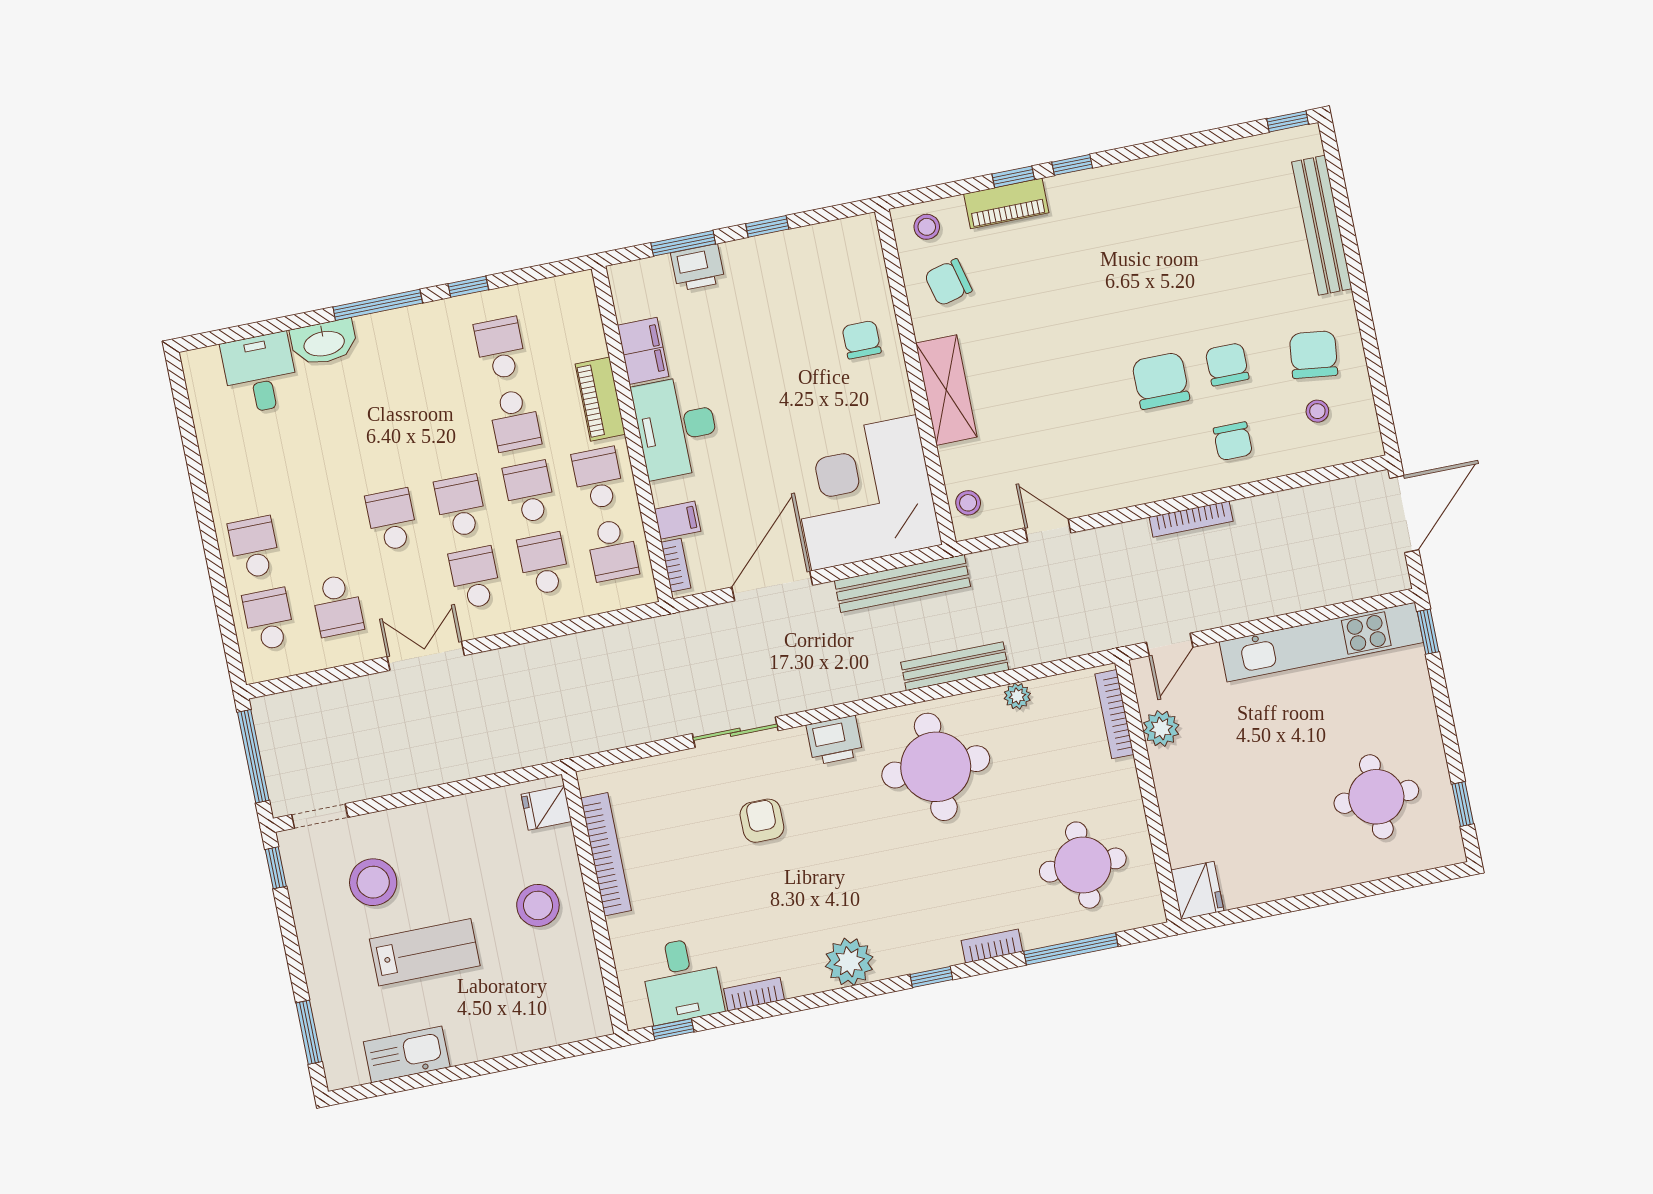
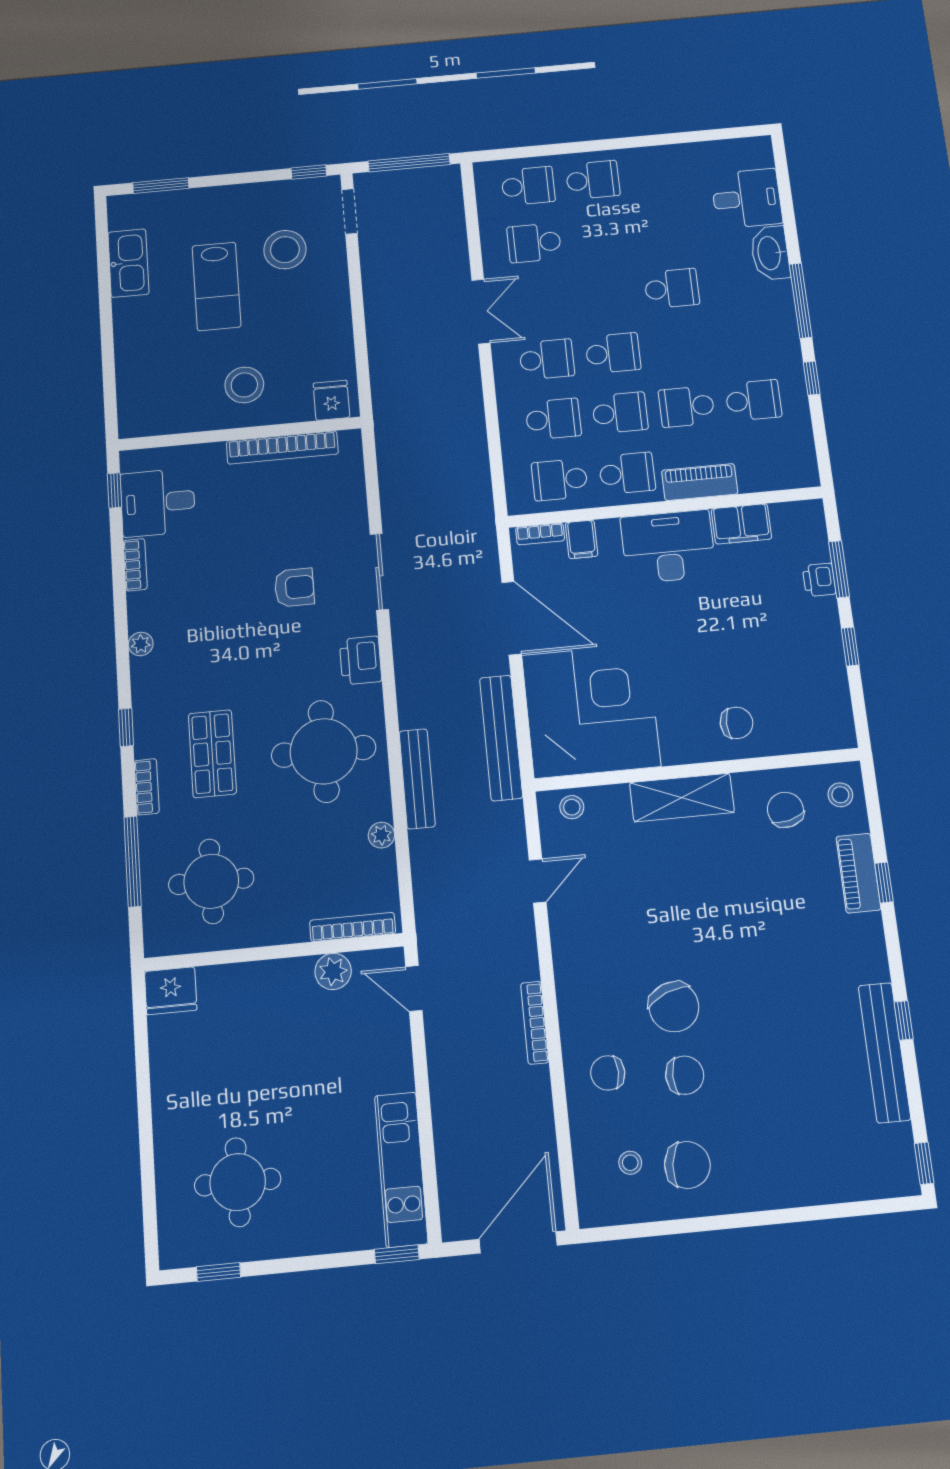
window: (1072, 165) -> (904, 1020), moved
bench: (1322, 225) -> (884, 1052), moved, turned 90
printer: (698, 267) -> (819, 580), width x0.73, depth x0.81
chair: (1161, 381) -> (674, 1007), turned 68
door: (1404, 514) -> (518, 1242), swing flipped
school desk: (392, 520) -> (672, 288), moved
kitchen unit: (1321, 642) -> (401, 1169), width x0.73
shop shelf: (950, 883) -> (212, 754), added
plant: (849, 962) -> (141, 644), width x0.53, depth x0.53

